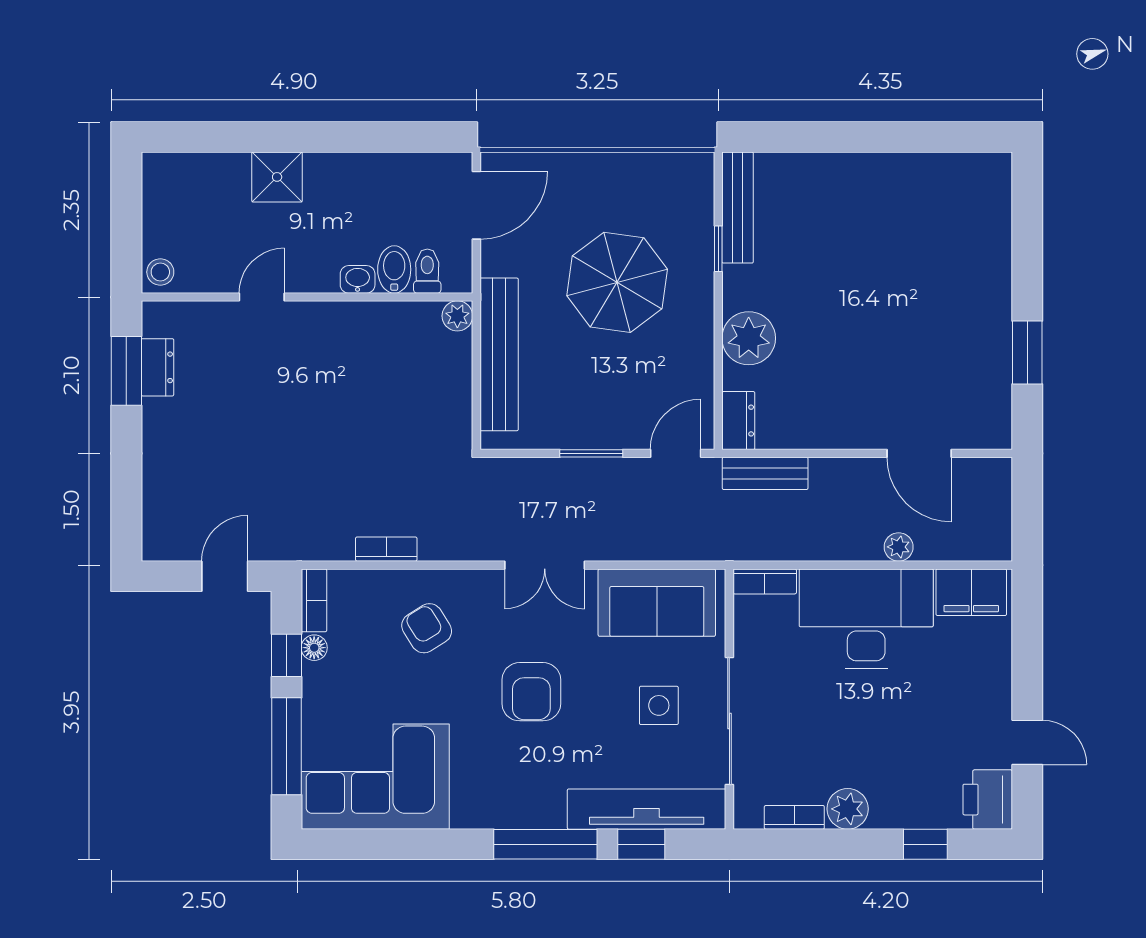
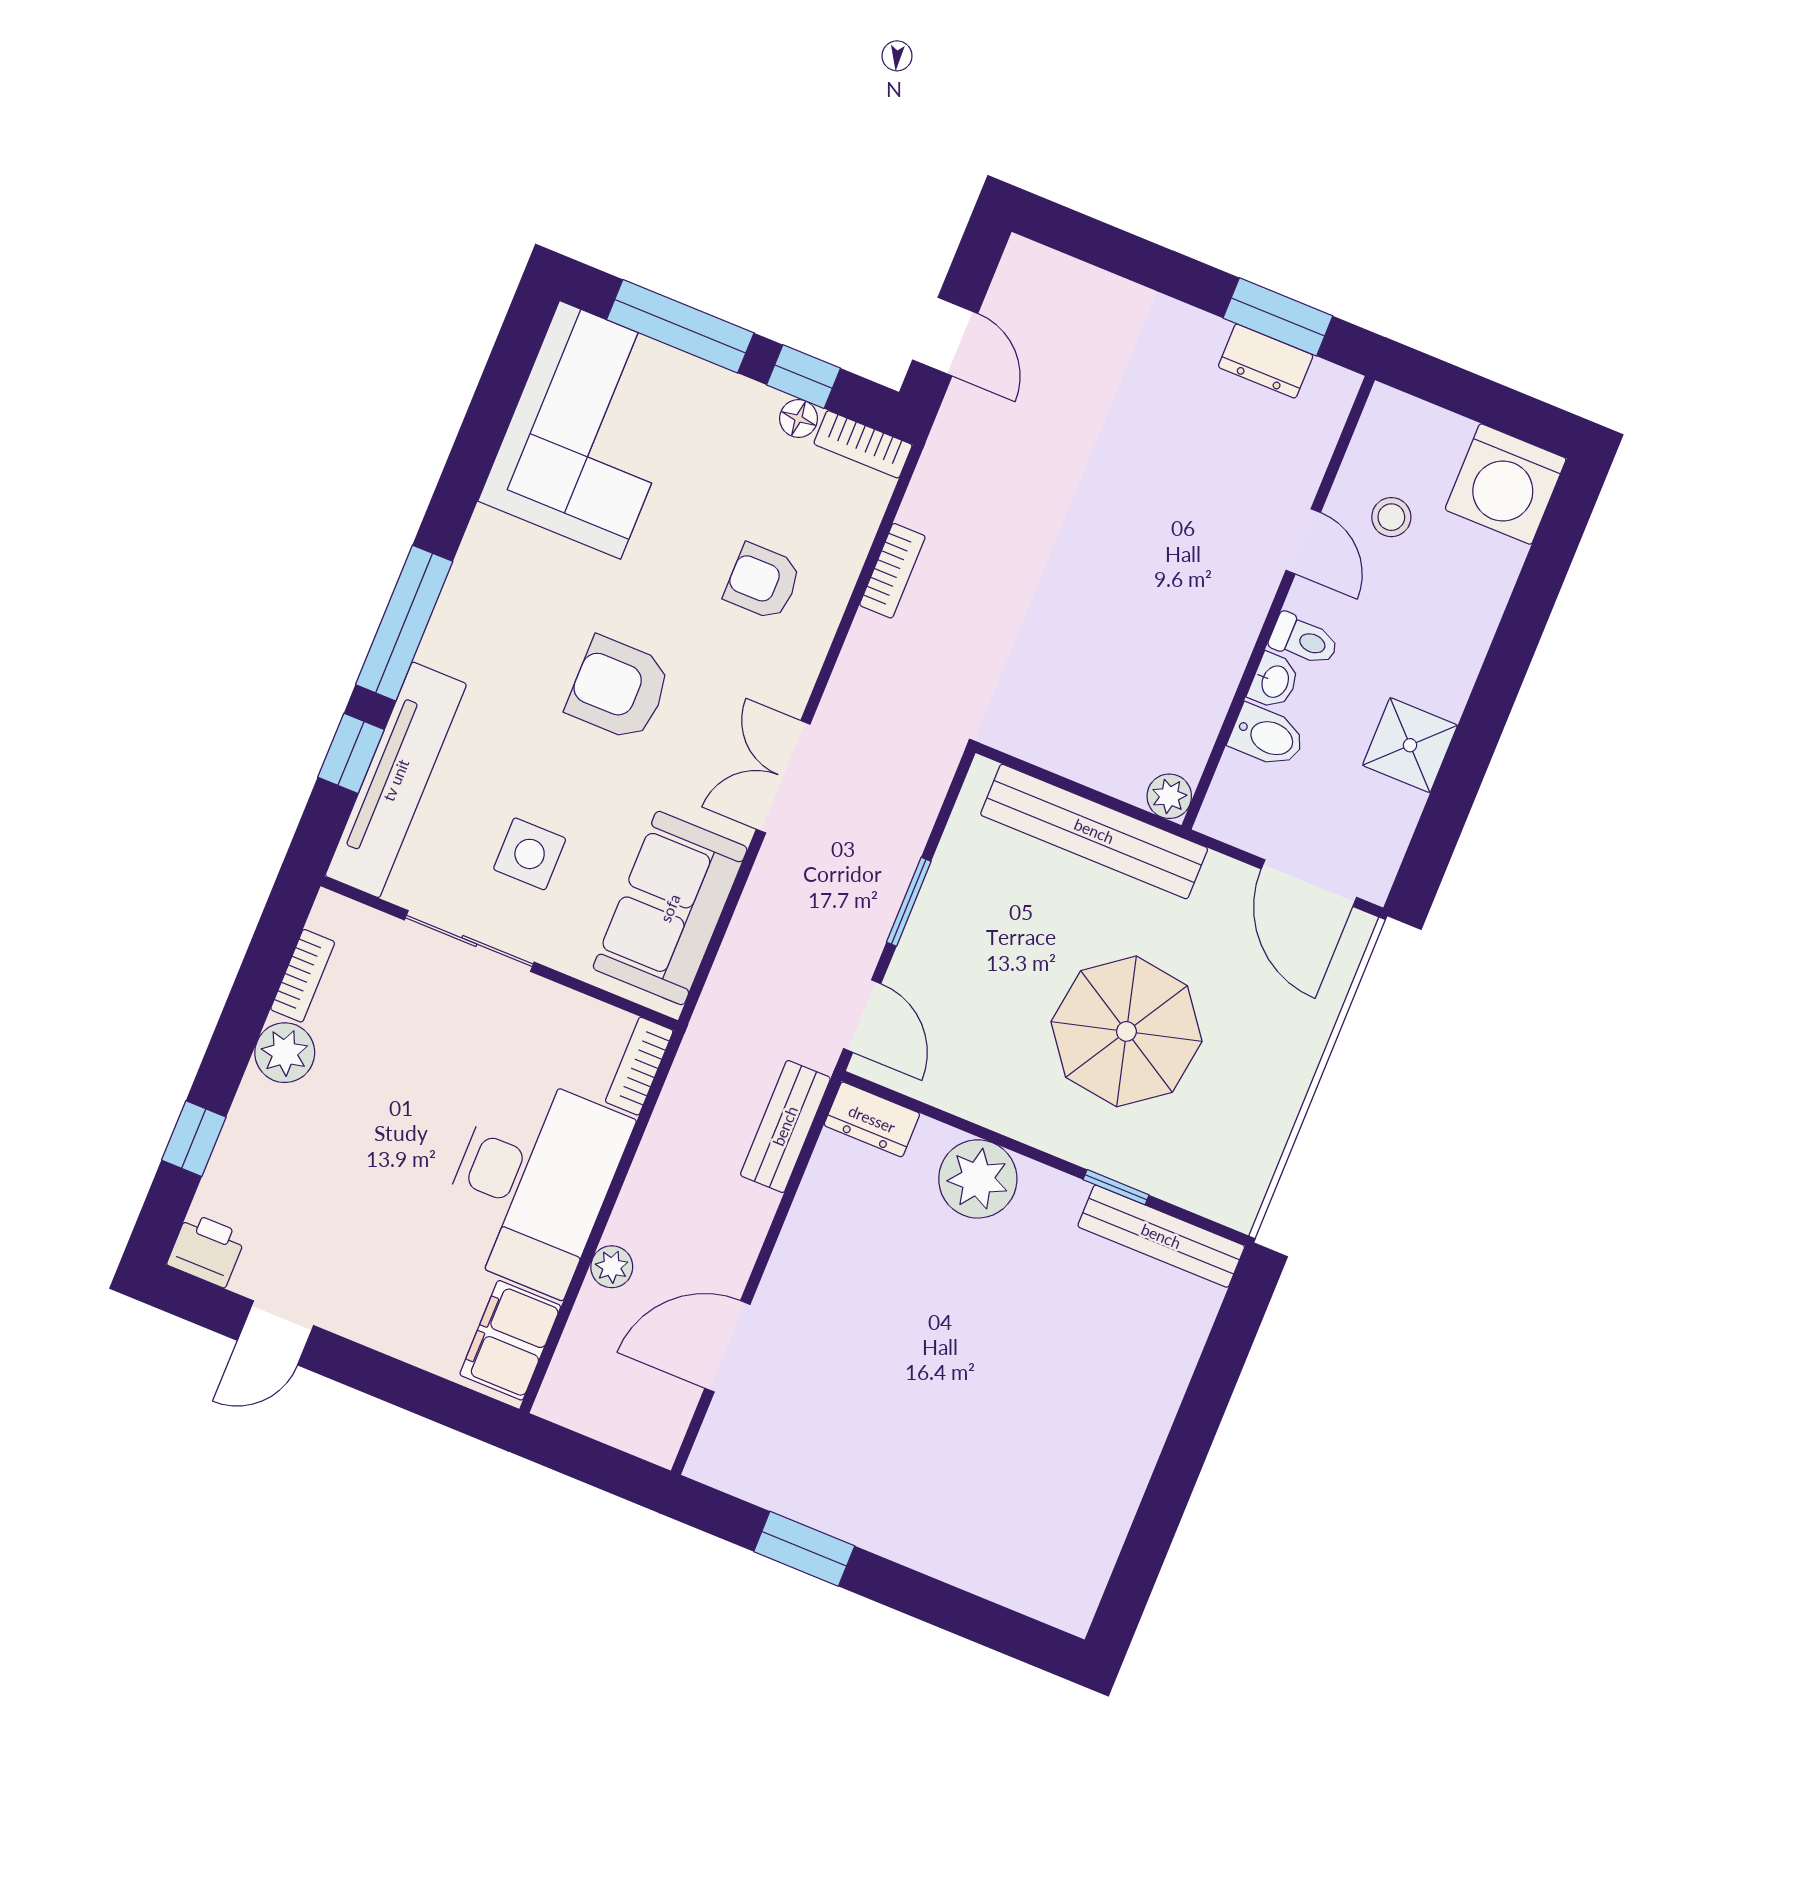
shower: (277, 177) -> (1410, 745), moved
washing machine: (173, 184) -> (1506, 484), added
toilet: (427, 271) -> (1304, 640), moved
stool: (160, 272) -> (1391, 517), moved
armchair: (427, 628) -> (763, 582), turned -148
sliding door: (729, 721) -> (469, 941), width x0.73
printer: (988, 800) -> (207, 1250), width x0.73, depth x0.81

